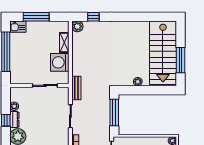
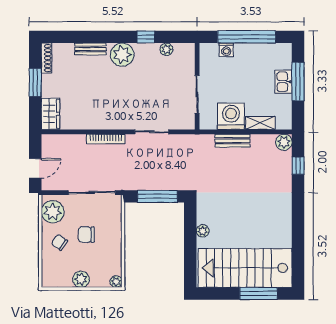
kitchen sink: (18, 27) -> (283, 82), moved
window: (180, 60) -> (259, 294), moved
washing machine: (15, 66) -> (226, 50), added
bench: (76, 88) -> (232, 141), moved
dresser: (14, 120) -> (147, 50), removed

